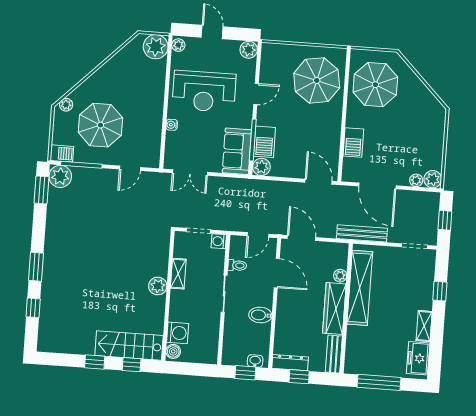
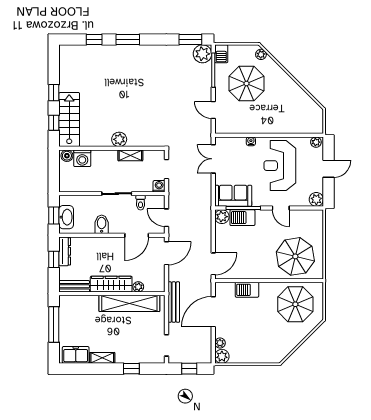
plant: (156, 47) -> (313, 124), removed
washbasin: (255, 361) -> (66, 217), width x1.91, depth x1.45

